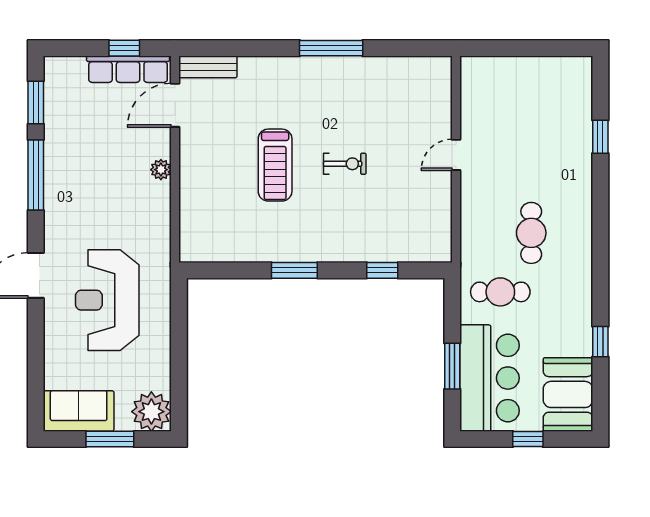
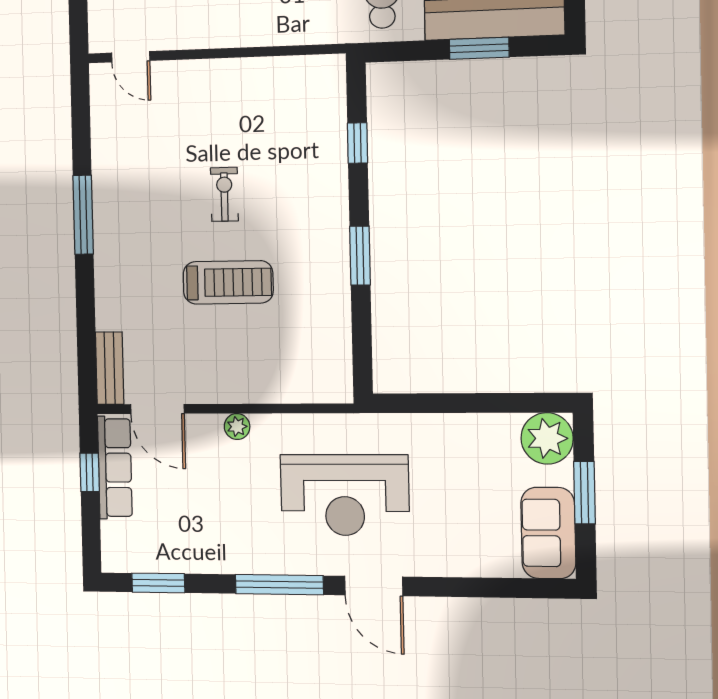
door: (456, 155) -> (131, 57), moved
window: (36, 175) -> (279, 585), moved
reception desk: (107, 300) -> (345, 495), moved

